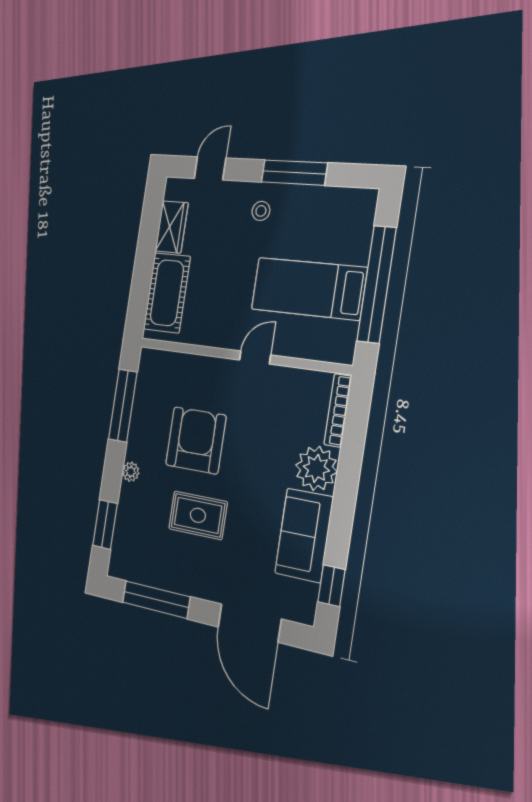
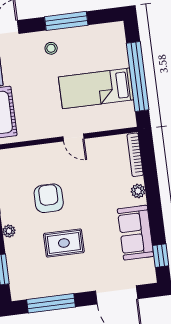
door: (255, 357) -> (73, 138), swing flipped
armchair: (196, 440) -> (49, 198), width x0.73, depth x0.73
plant: (316, 468) -> (138, 191), width x0.53, depth x0.53

